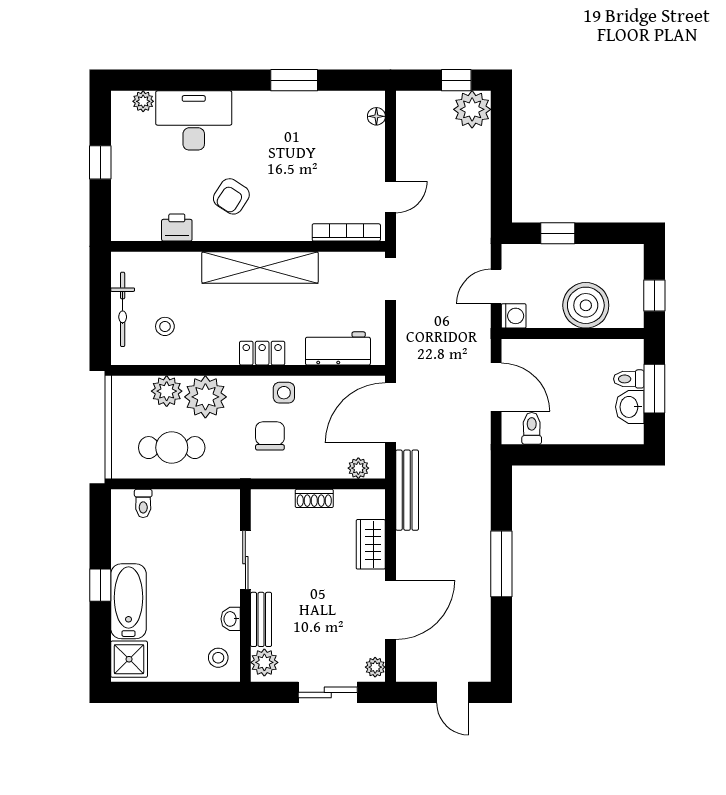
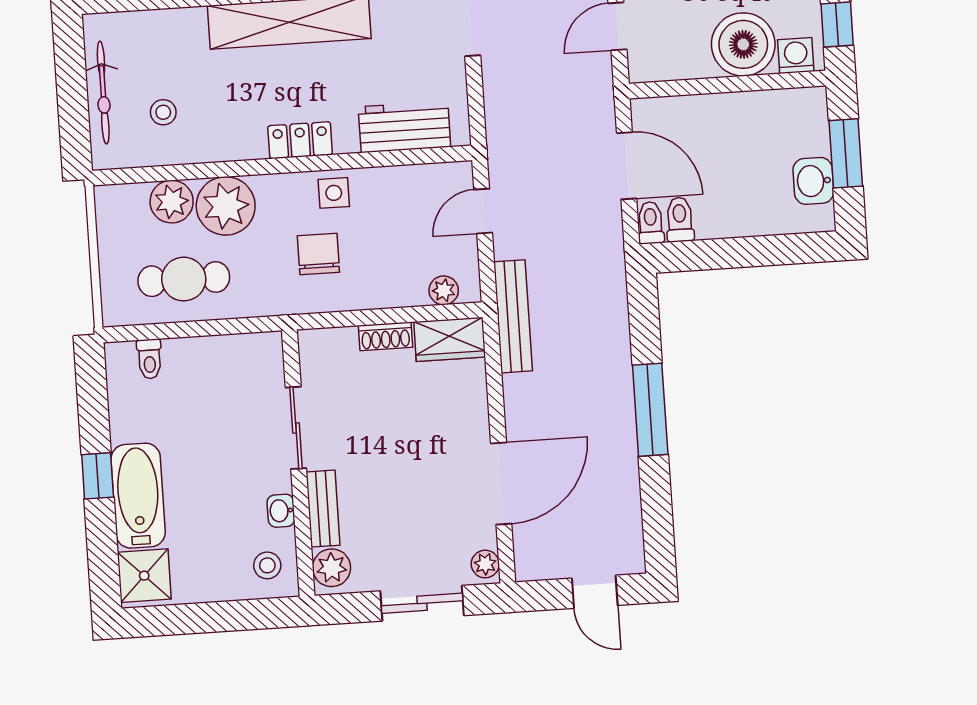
washing machine: (514, 316) -> (796, 56), moved, turned -90
toilet: (629, 379) -> (651, 223), moved, turned 90
door: (391, 413) -> (483, 211), width x0.53
wardrobe: (371, 544) -> (450, 339), moved, turned -90

